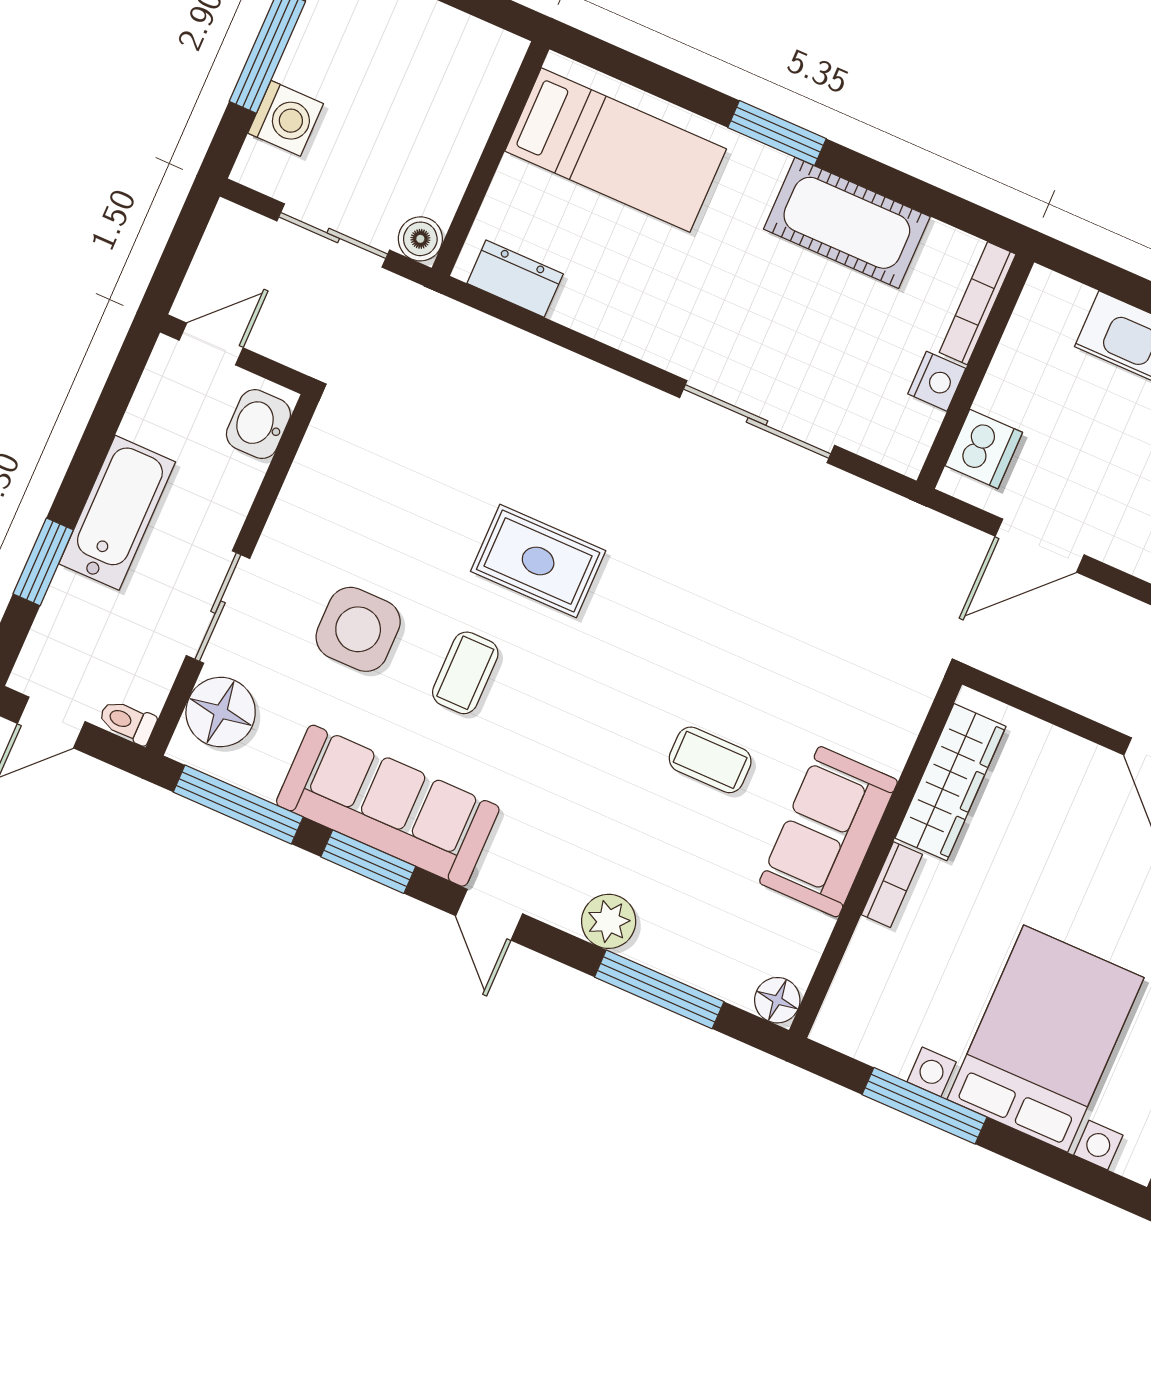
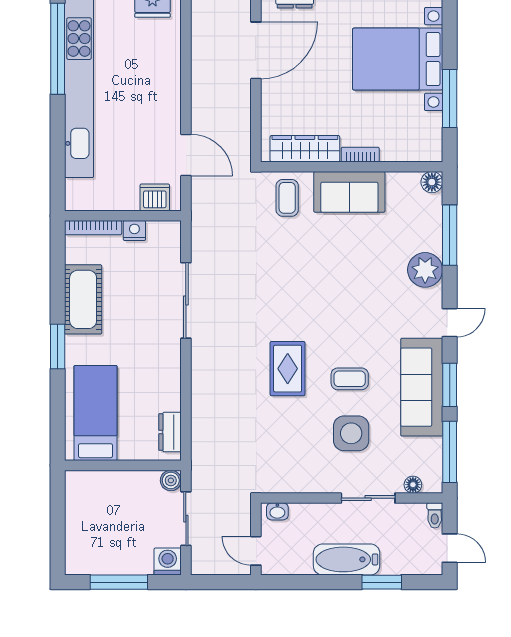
washing machine: (286, 118) -> (168, 561), moved
washbasin: (258, 424) -> (277, 511), width x0.72, depth x0.69
floor lamp: (221, 712) -> (413, 485), width x0.53, depth x0.53
coffee table: (710, 760) -> (287, 198), moved
plant: (609, 921) -> (425, 270), width x1.36, depth x1.36

